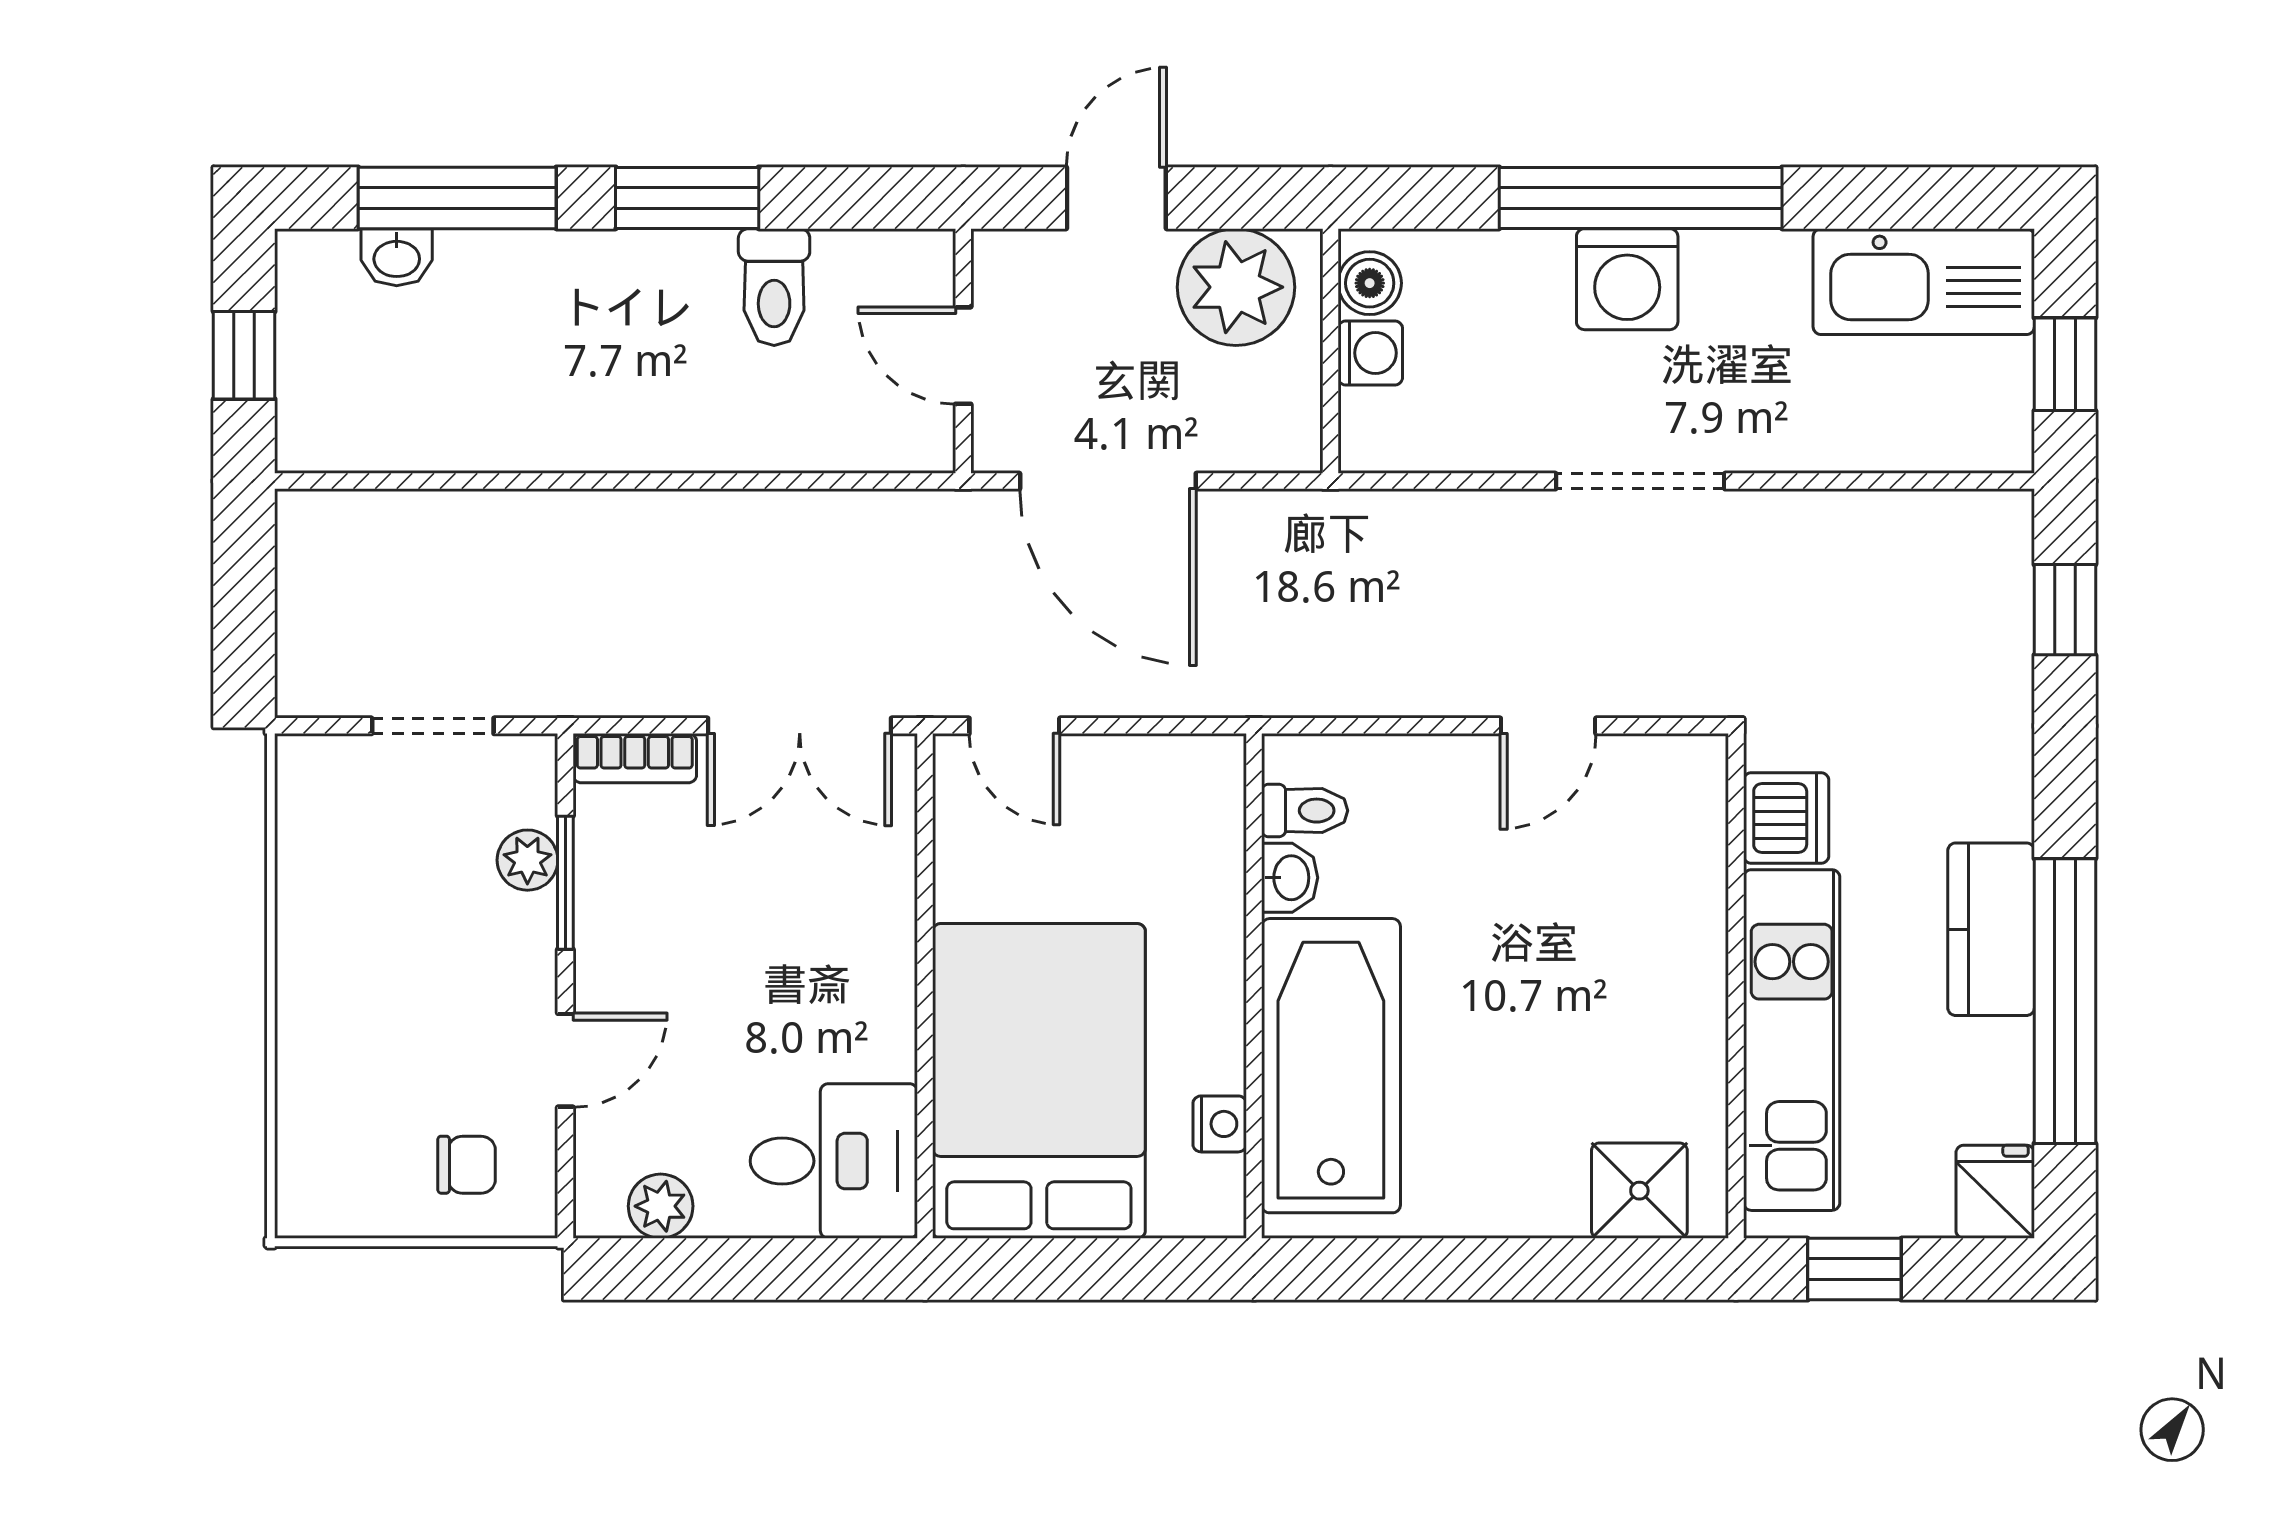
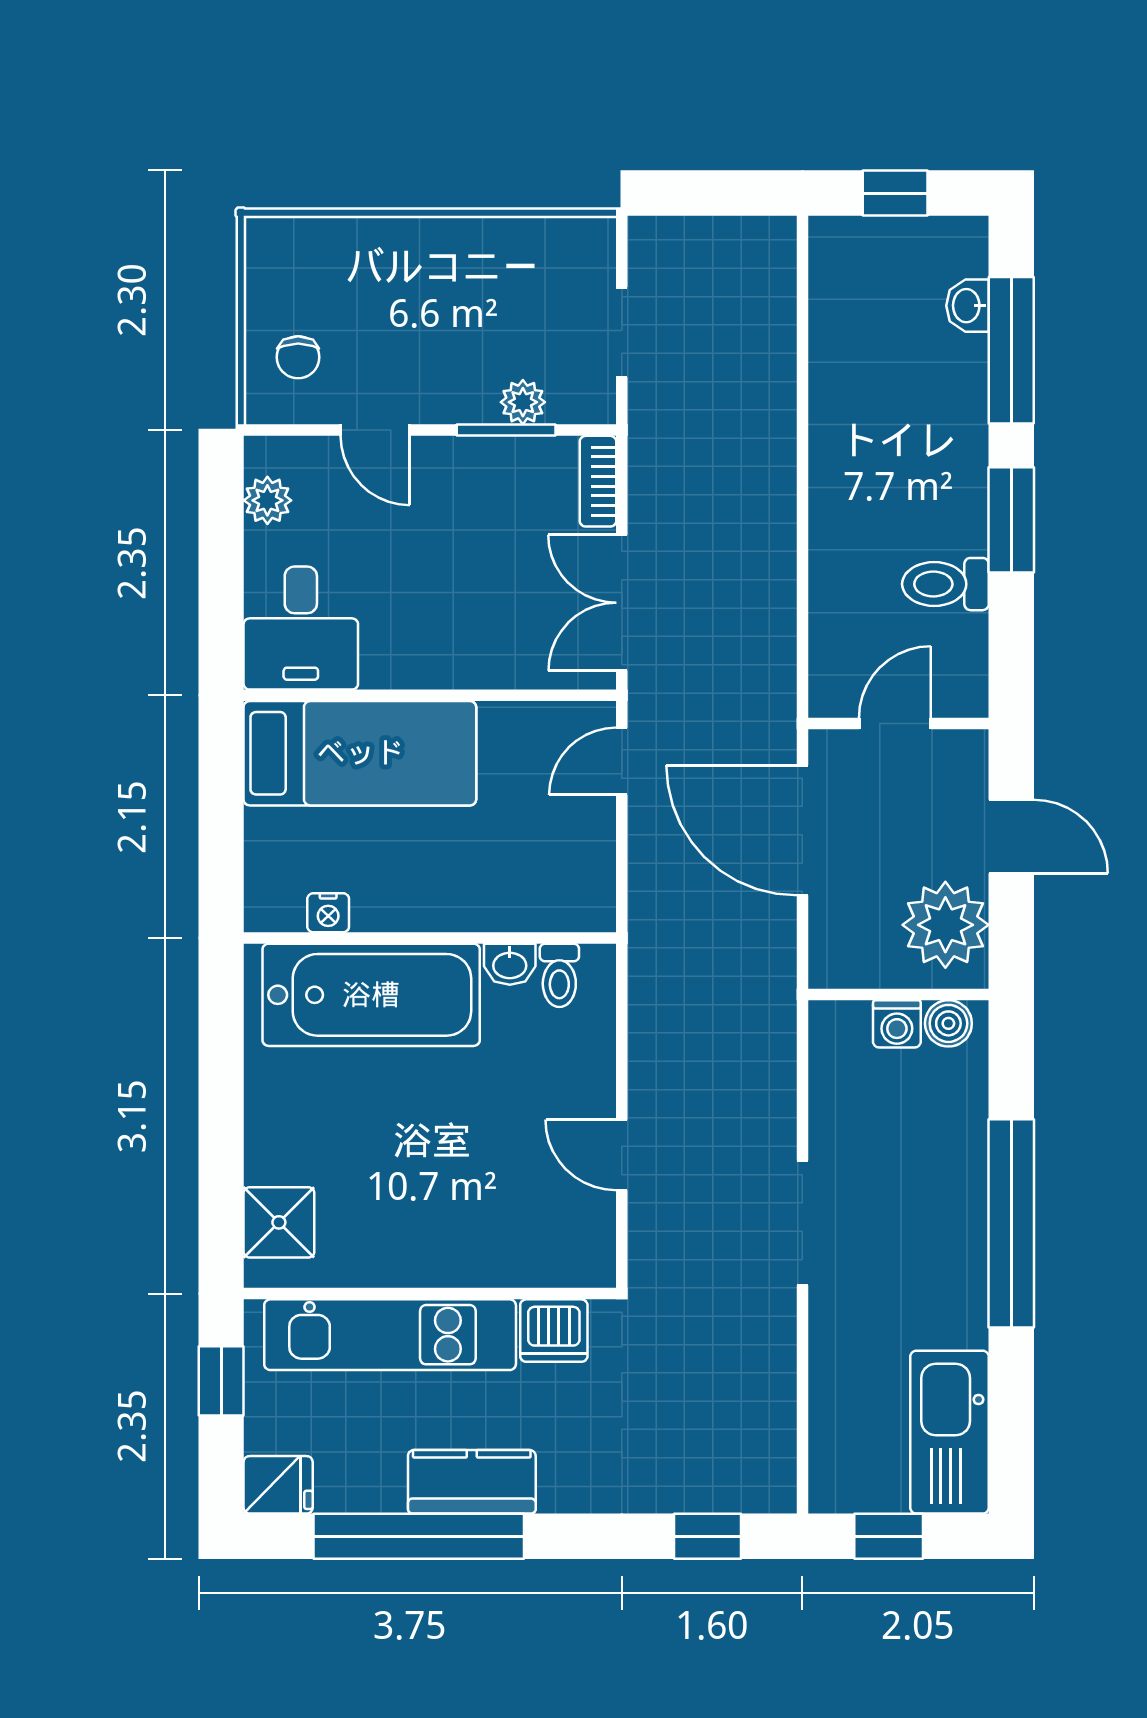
washing machine: (1627, 279) -> (951, 1213), removed
door: (1108, 481) -> (802, 830), hinge flipped
bed: (1039, 1081) -> (360, 753), width x0.67

